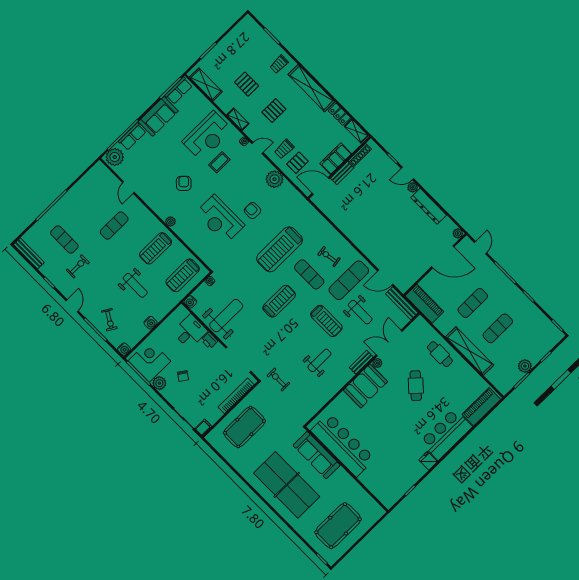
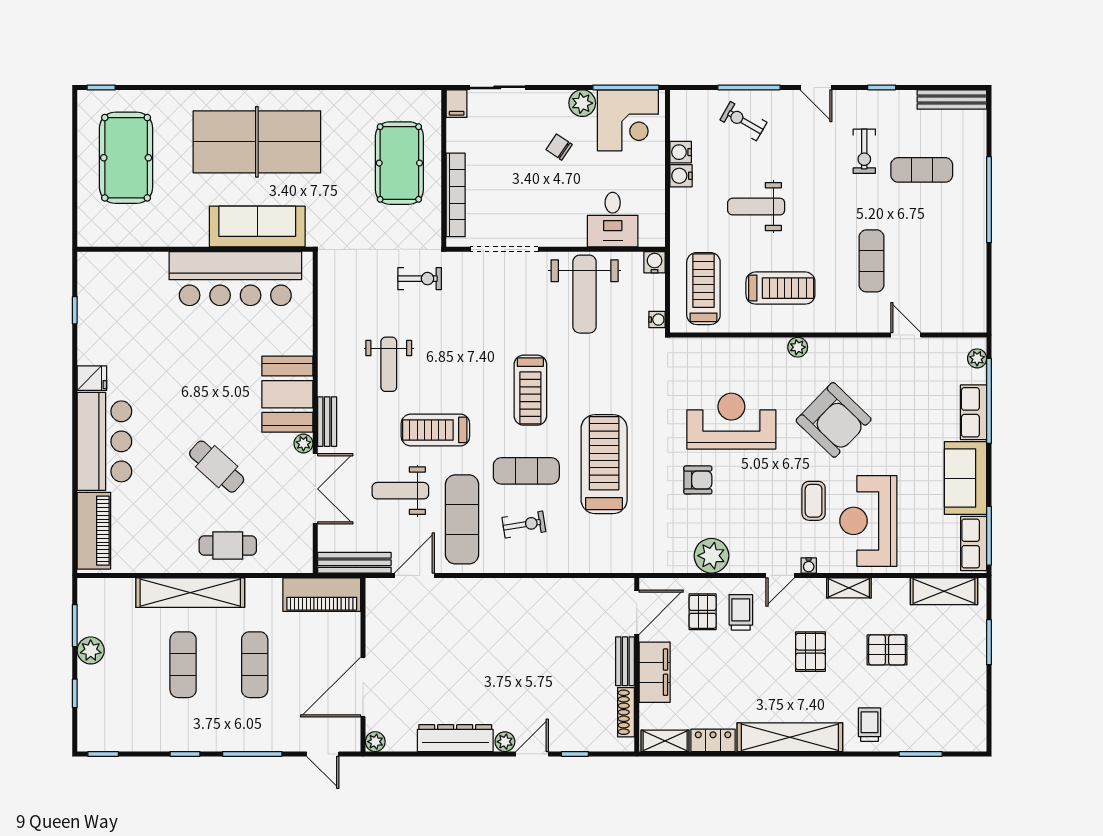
plant: (115, 157) -> (977, 358), width x0.53, depth x0.53
armchair: (184, 183) -> (834, 420), width x1.88, depth x1.88
treadmill: (156, 248) -> (780, 288), turned 90
printer: (209, 340) -> (572, 235), removed
water cooler: (124, 349) -> (681, 152), moved

